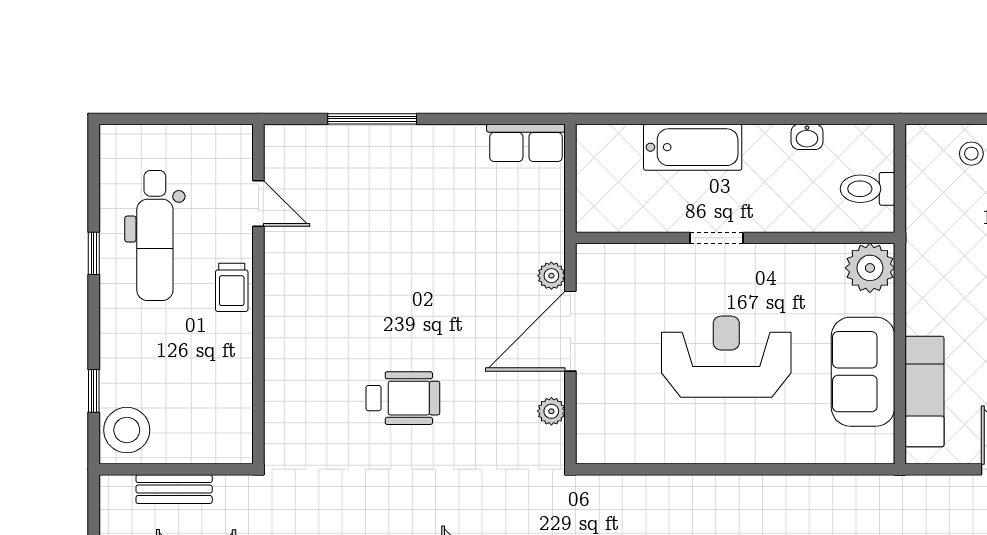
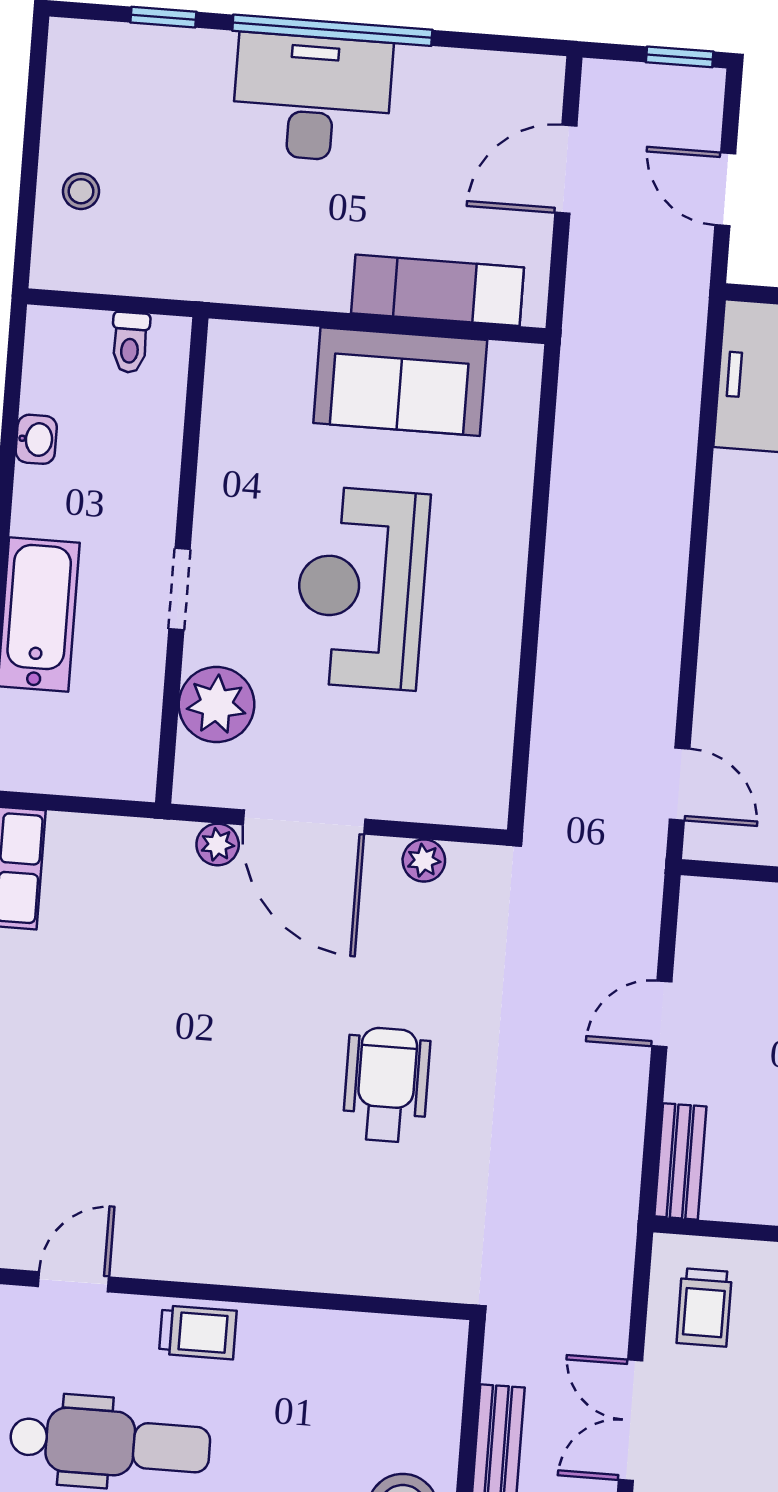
toilet: (867, 189) -> (130, 342), width x0.73, depth x0.72
plant: (870, 268) -> (216, 704), moved

